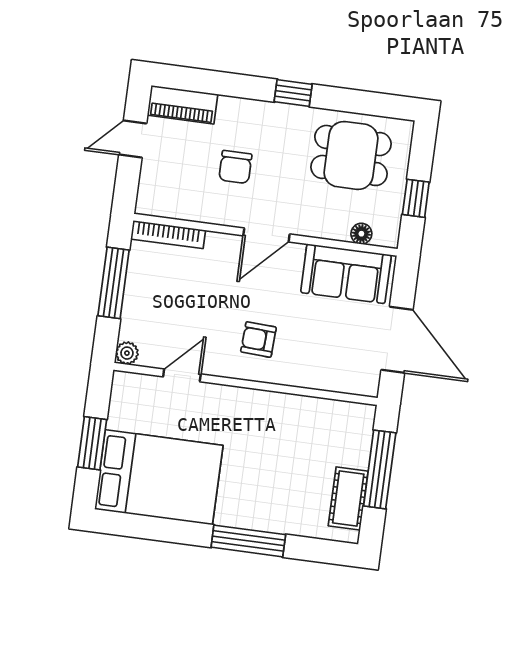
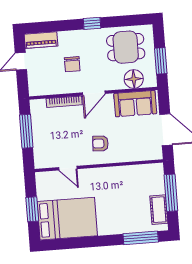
window: (416, 198) -> (161, 61), width x1.50
floor lamp: (361, 234) -> (134, 79), width x1.89, depth x1.89
bookcase: (168, 235) -> (64, 102), moved
plant: (127, 353) -> (40, 163), removed
door: (182, 375) -> (68, 168), swing flipped
window: (248, 541) -> (141, 238), moved

